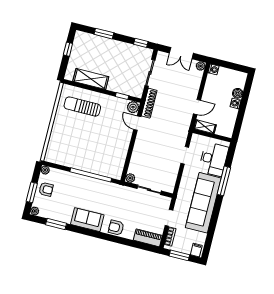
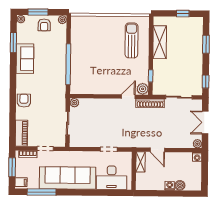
window: (224, 181) -> (42, 192), moved
sofa: (87, 220) -> (25, 59), moved

